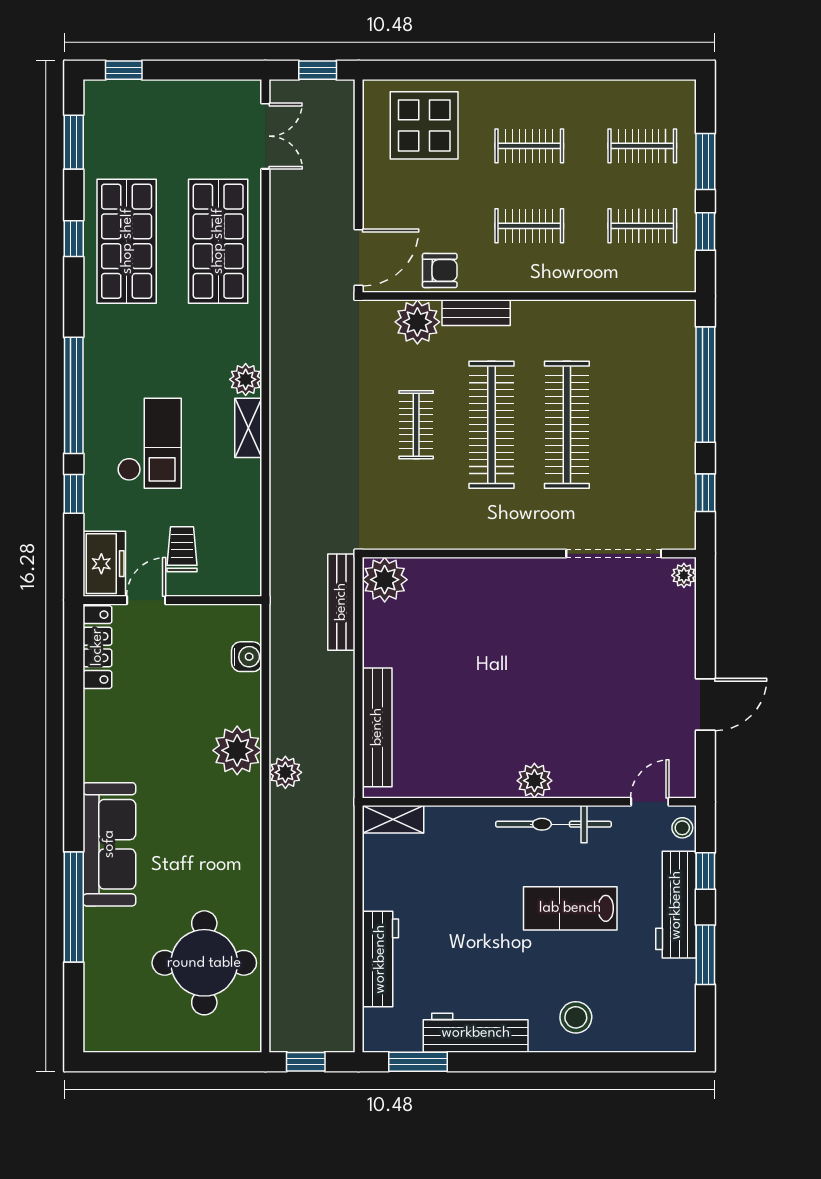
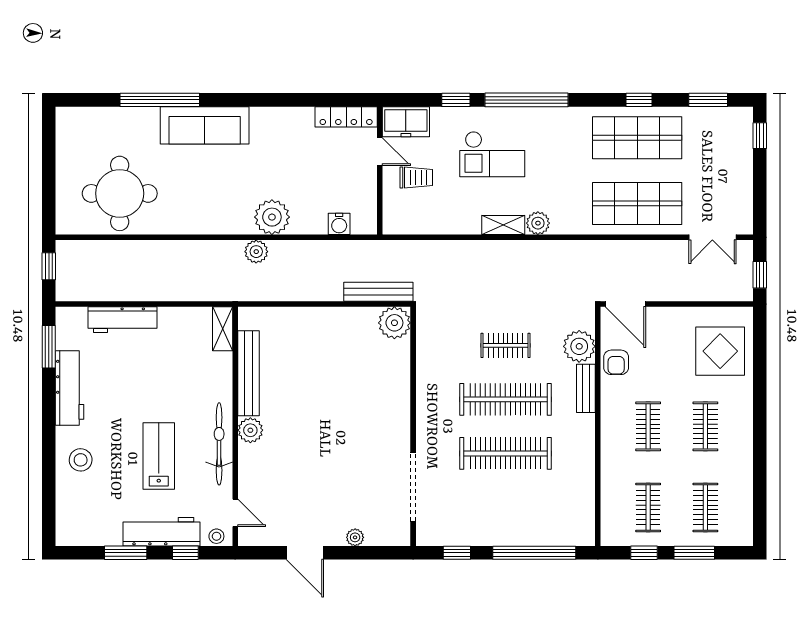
plant: (684, 575) -> (355, 537), moved
bench: (377, 727) -> (248, 373), moved, turned 90

